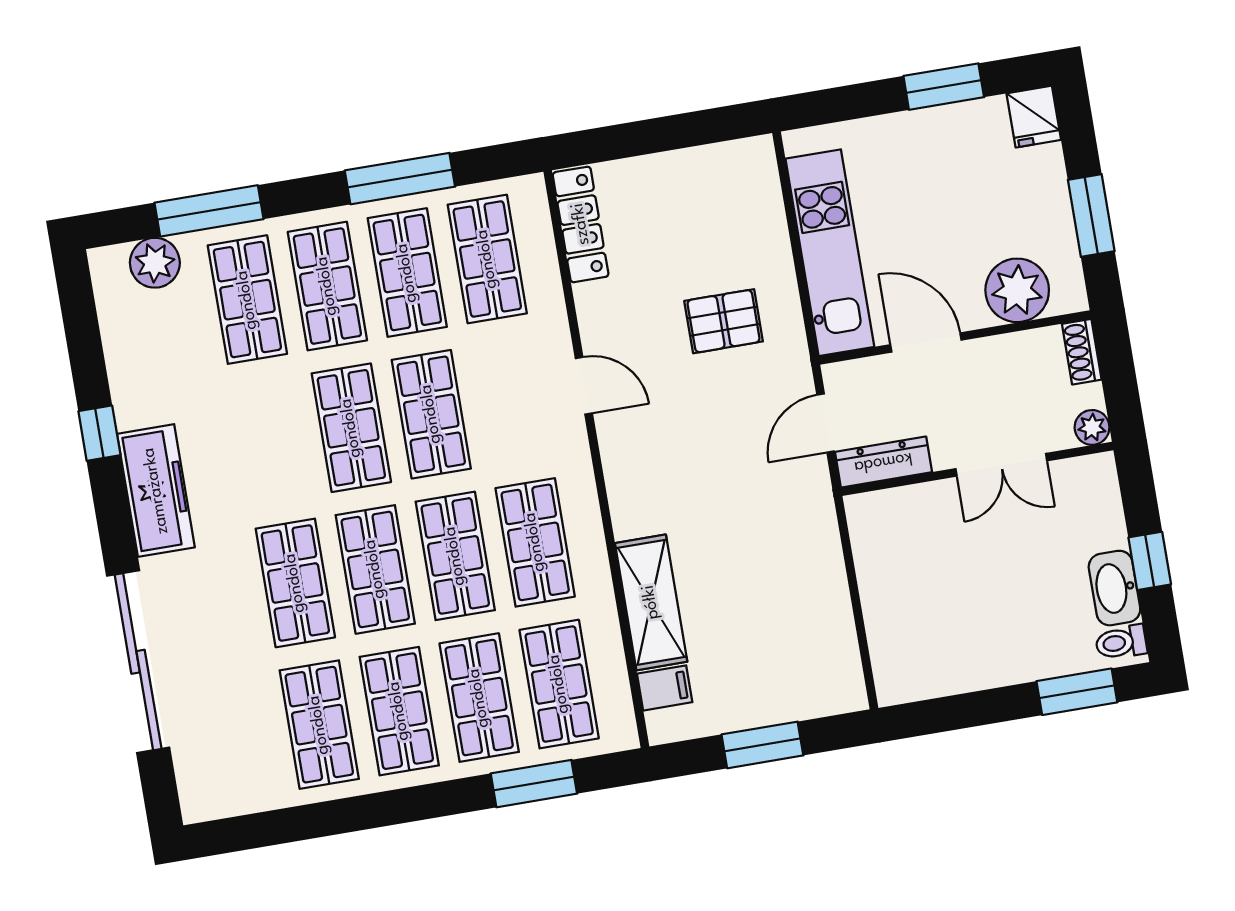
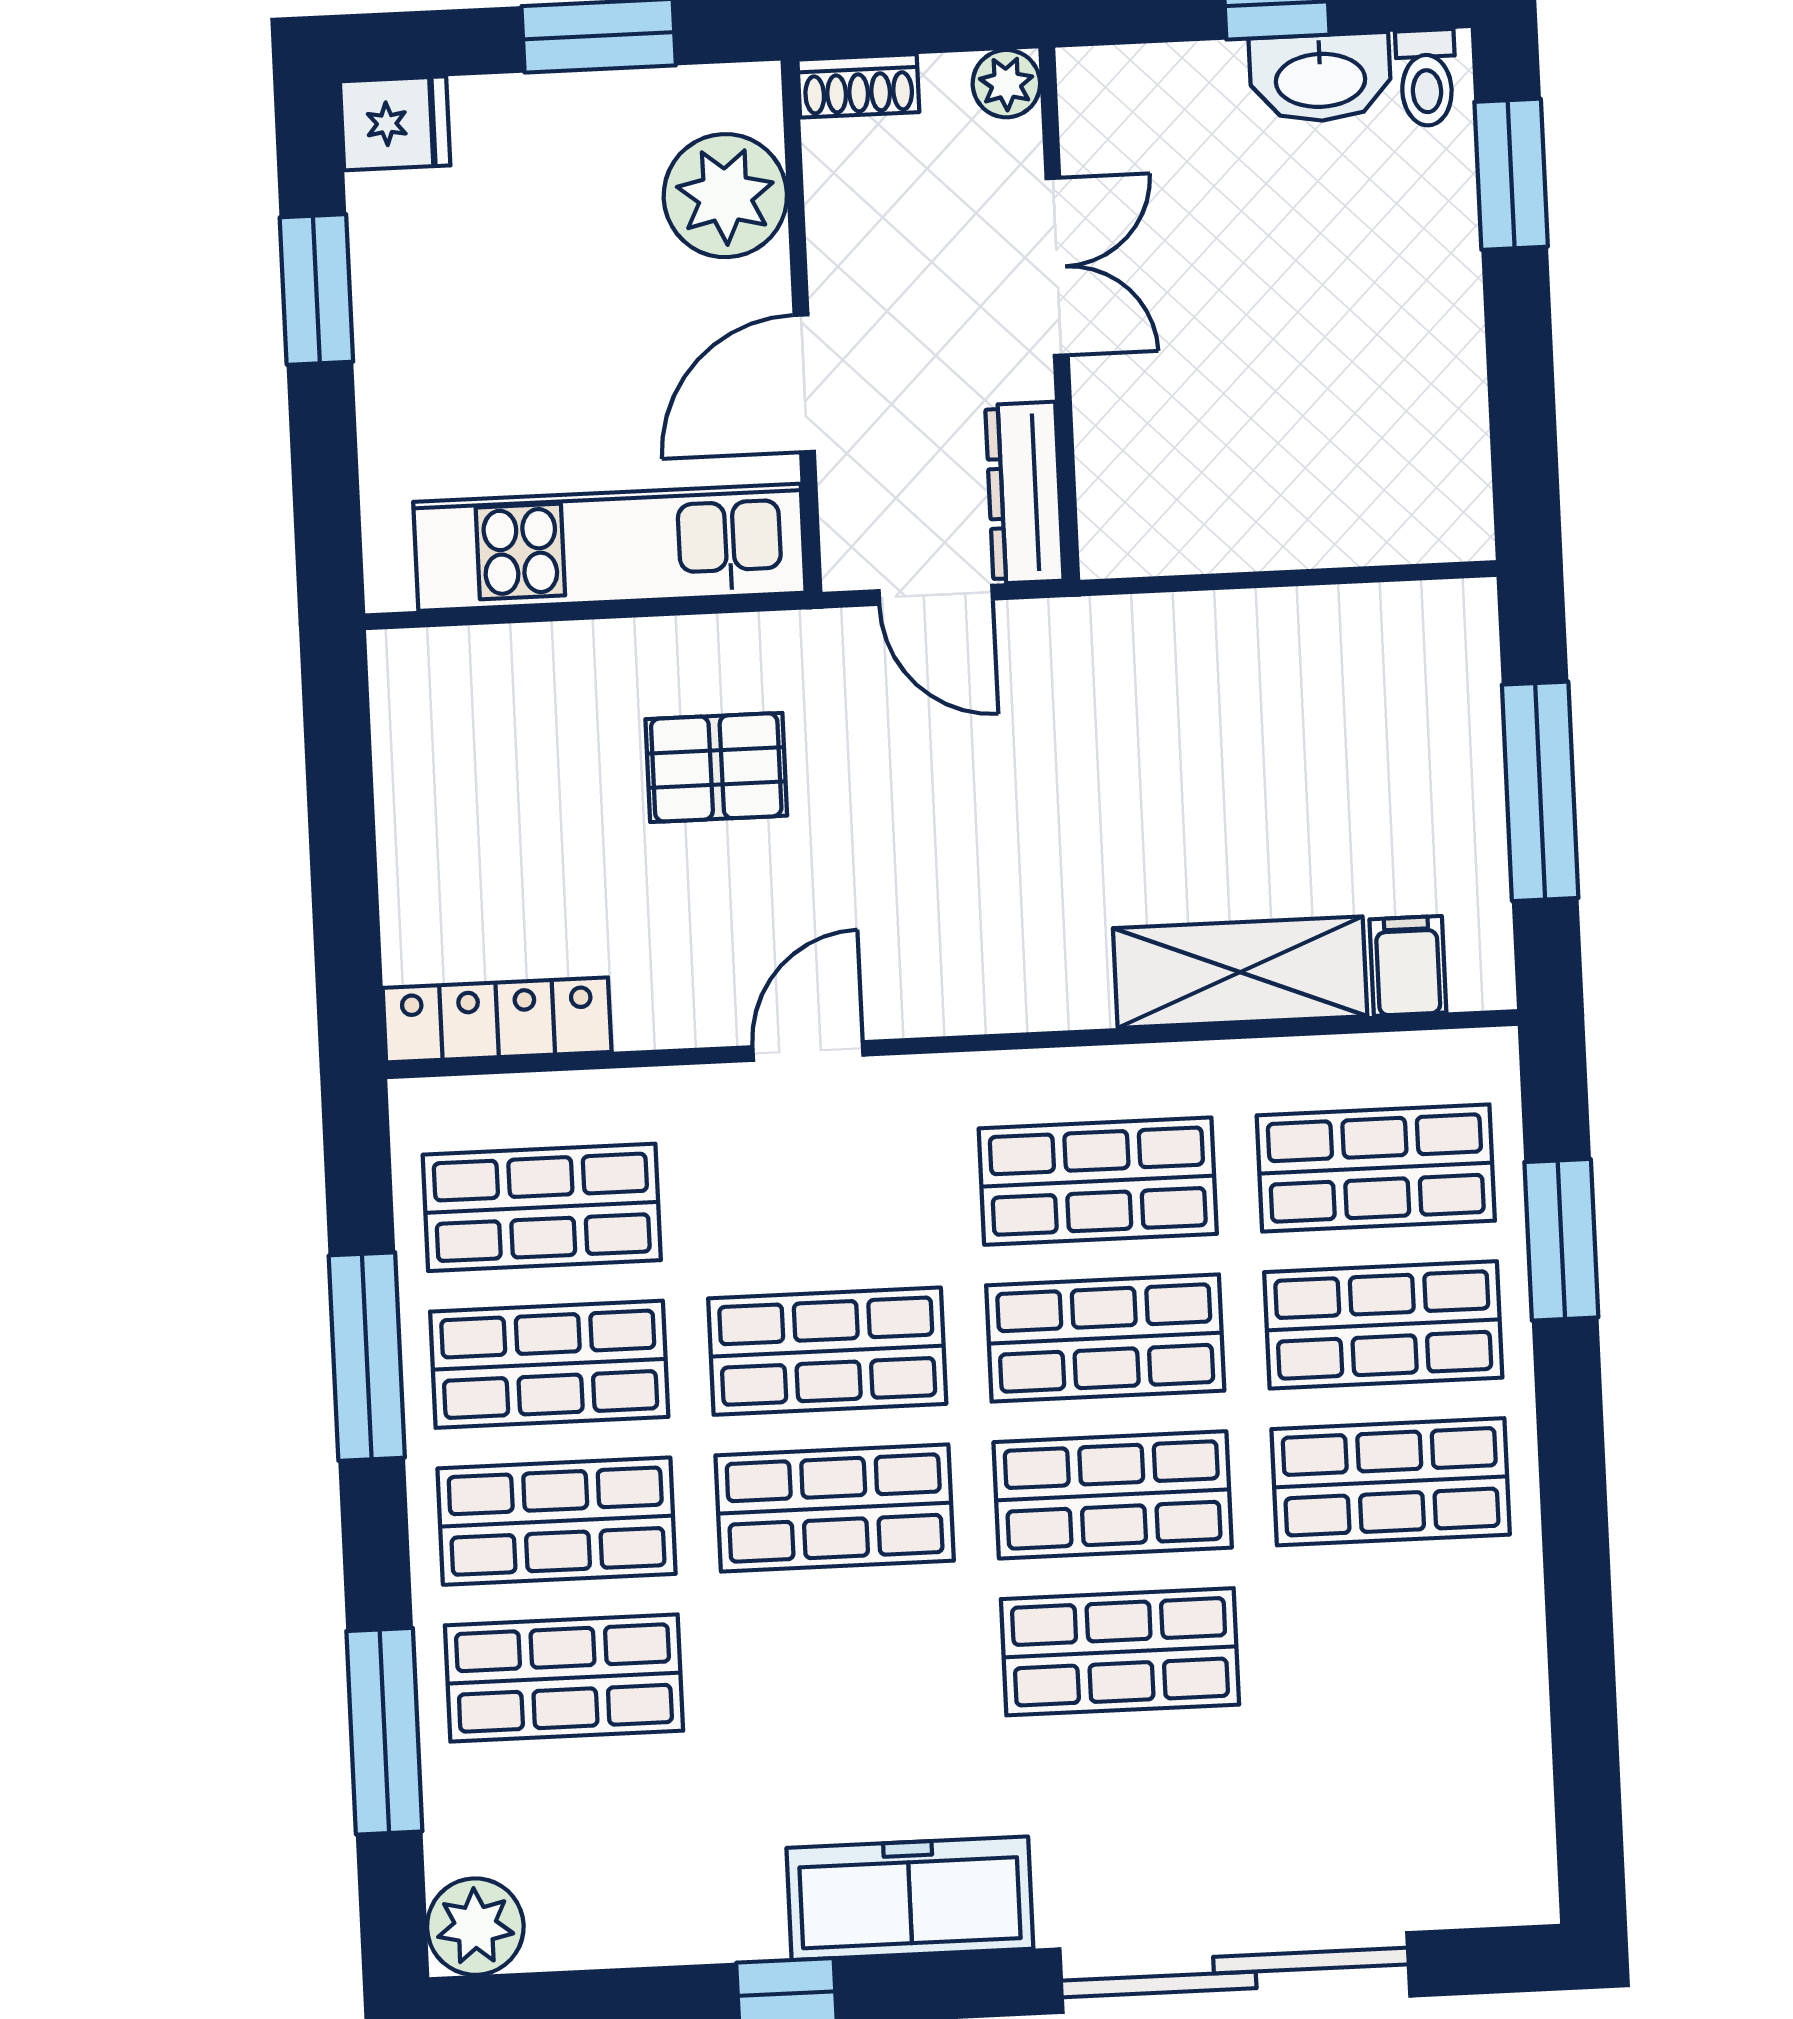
plant: (155, 263) -> (475, 1927), moved
pallet: (724, 321) -> (716, 767), turned 90
shop shelf: (319, 725) -> (1398, 1639), removed
window: (762, 745) -> (1540, 791), width x1.44

